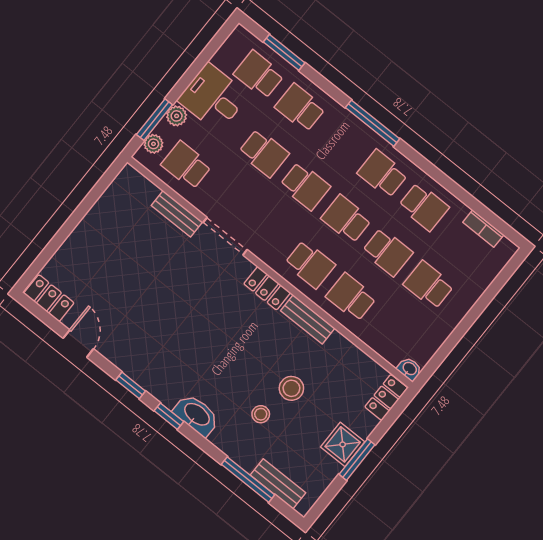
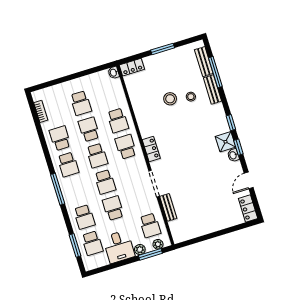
school desk: (305, 186) -> (105, 182), turned 180
bench: (308, 319) -> (212, 89), moved
washbasin: (196, 415) -> (233, 155), moved, width x0.52, depth x0.69
shower: (343, 444) -> (225, 142), moved

